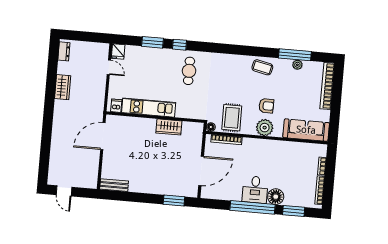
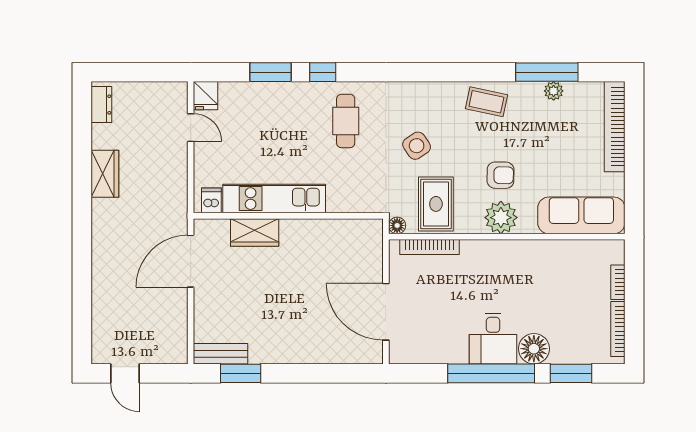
side table: (224, 87) -> (417, 146), added
wardrobe: (169, 127) -> (255, 232), moved
door: (201, 171) -> (386, 312), swing flipped
window: (174, 201) -> (241, 373), moved

